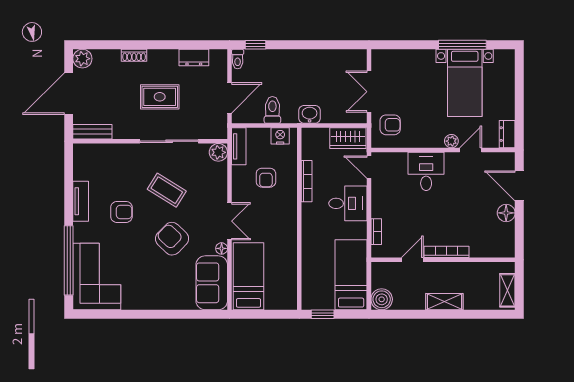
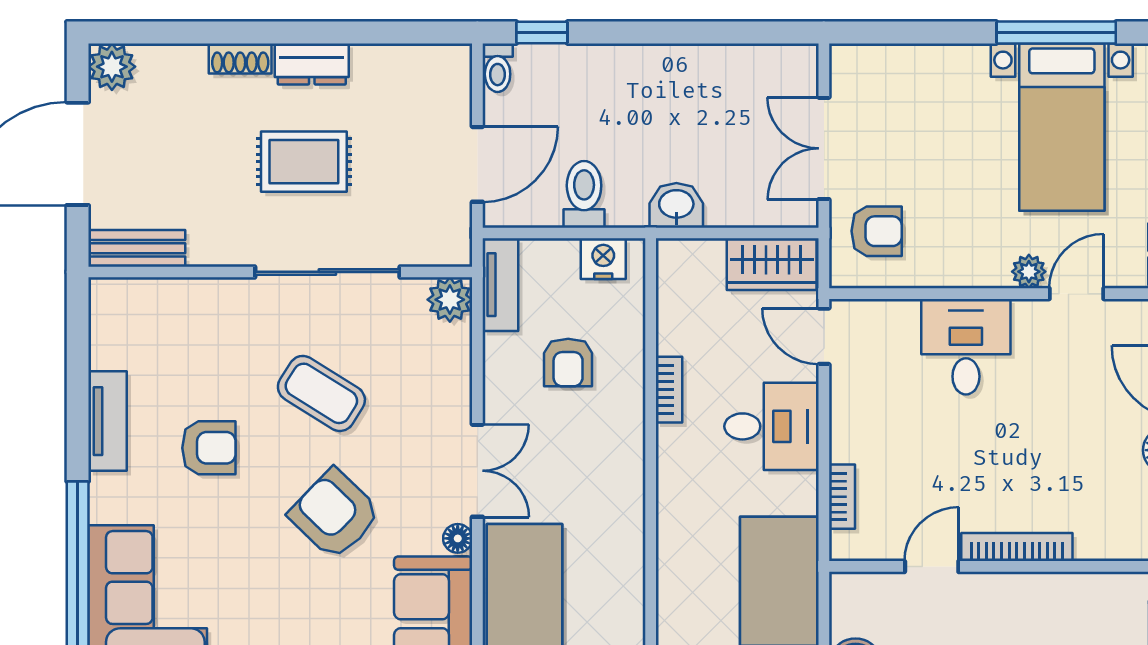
dresser: (194, 58) -> (312, 64), moved
bookcase: (307, 181) -> (669, 390), width x0.64

